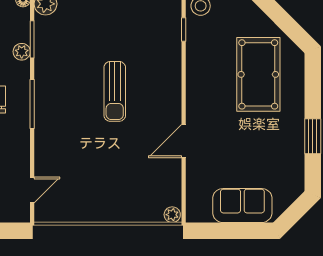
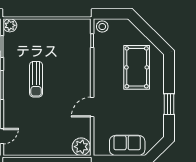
sun lounger: (115, 91) -> (36, 79), moved
plant: (172, 215) -> (81, 147), width x1.88, depth x1.88

